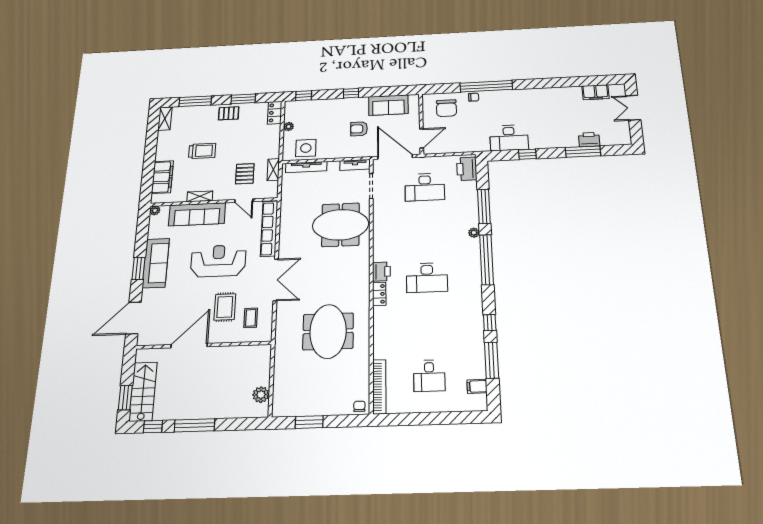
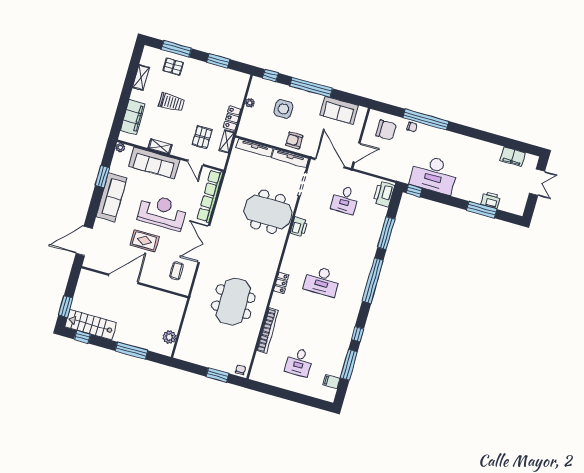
window: (351, 93) -> (311, 87), width x3.17
chair: (446, 108) -> (386, 130), turned -90
double door: (633, 108) -> (537, 182), swing flipped
pallet: (229, 113) -> (173, 67), moved
locker: (275, 113) -> (232, 118), moved
shelving: (165, 119) -> (141, 77), moved
armchair: (359, 129) -> (294, 140), moved
desk: (509, 138) -> (434, 174), width x1.36, depth x1.30
side table: (306, 148) -> (283, 109), moved
window: (527, 154) -> (414, 191), moved
tv unit: (355, 165) -> (290, 158), width x1.41
desk: (425, 187) -> (345, 200), width x0.73
plant: (474, 233) -> (371, 254), removed
window: (138, 268) -> (102, 177), moved
printer: (381, 272) -> (299, 227), moved
double door: (276, 280) -> (204, 244), swing flipped
rug: (225, 307) -> (145, 241), moved, turned 90
bookcase: (379, 387) -> (268, 331), moved
stairs: (143, 392) -> (91, 325), moved, turned -90
window: (309, 422) -> (217, 375), moved
window: (195, 425) -> (131, 351), moved

